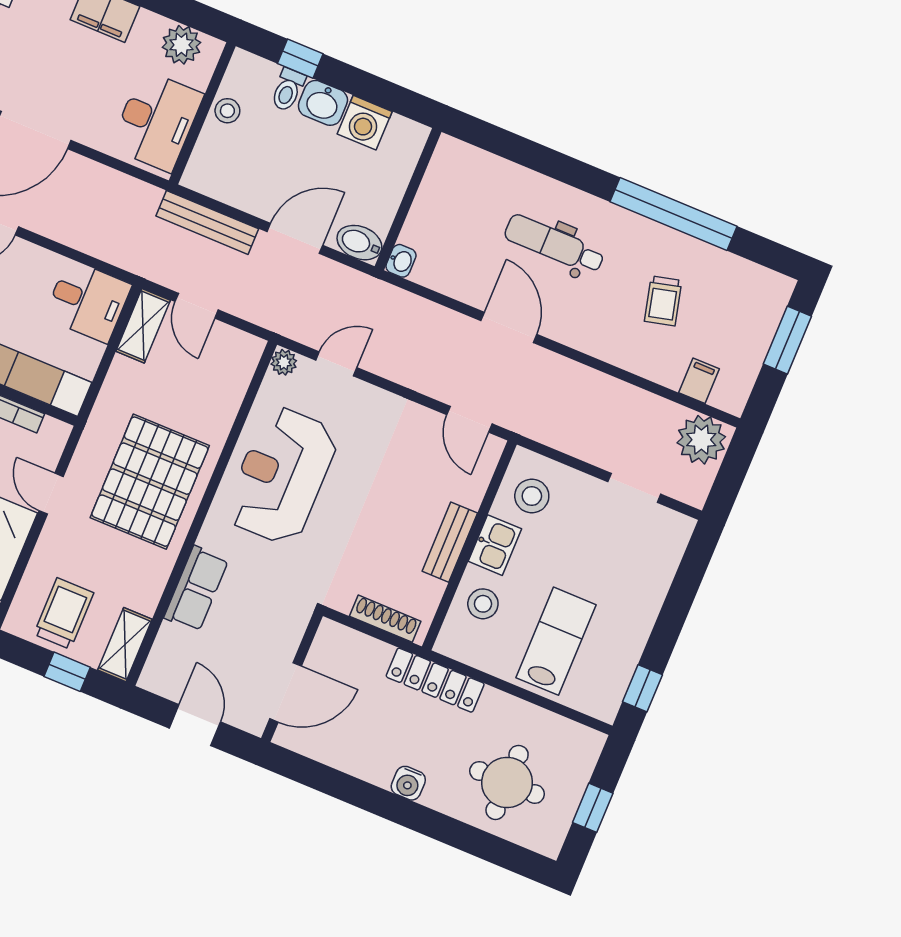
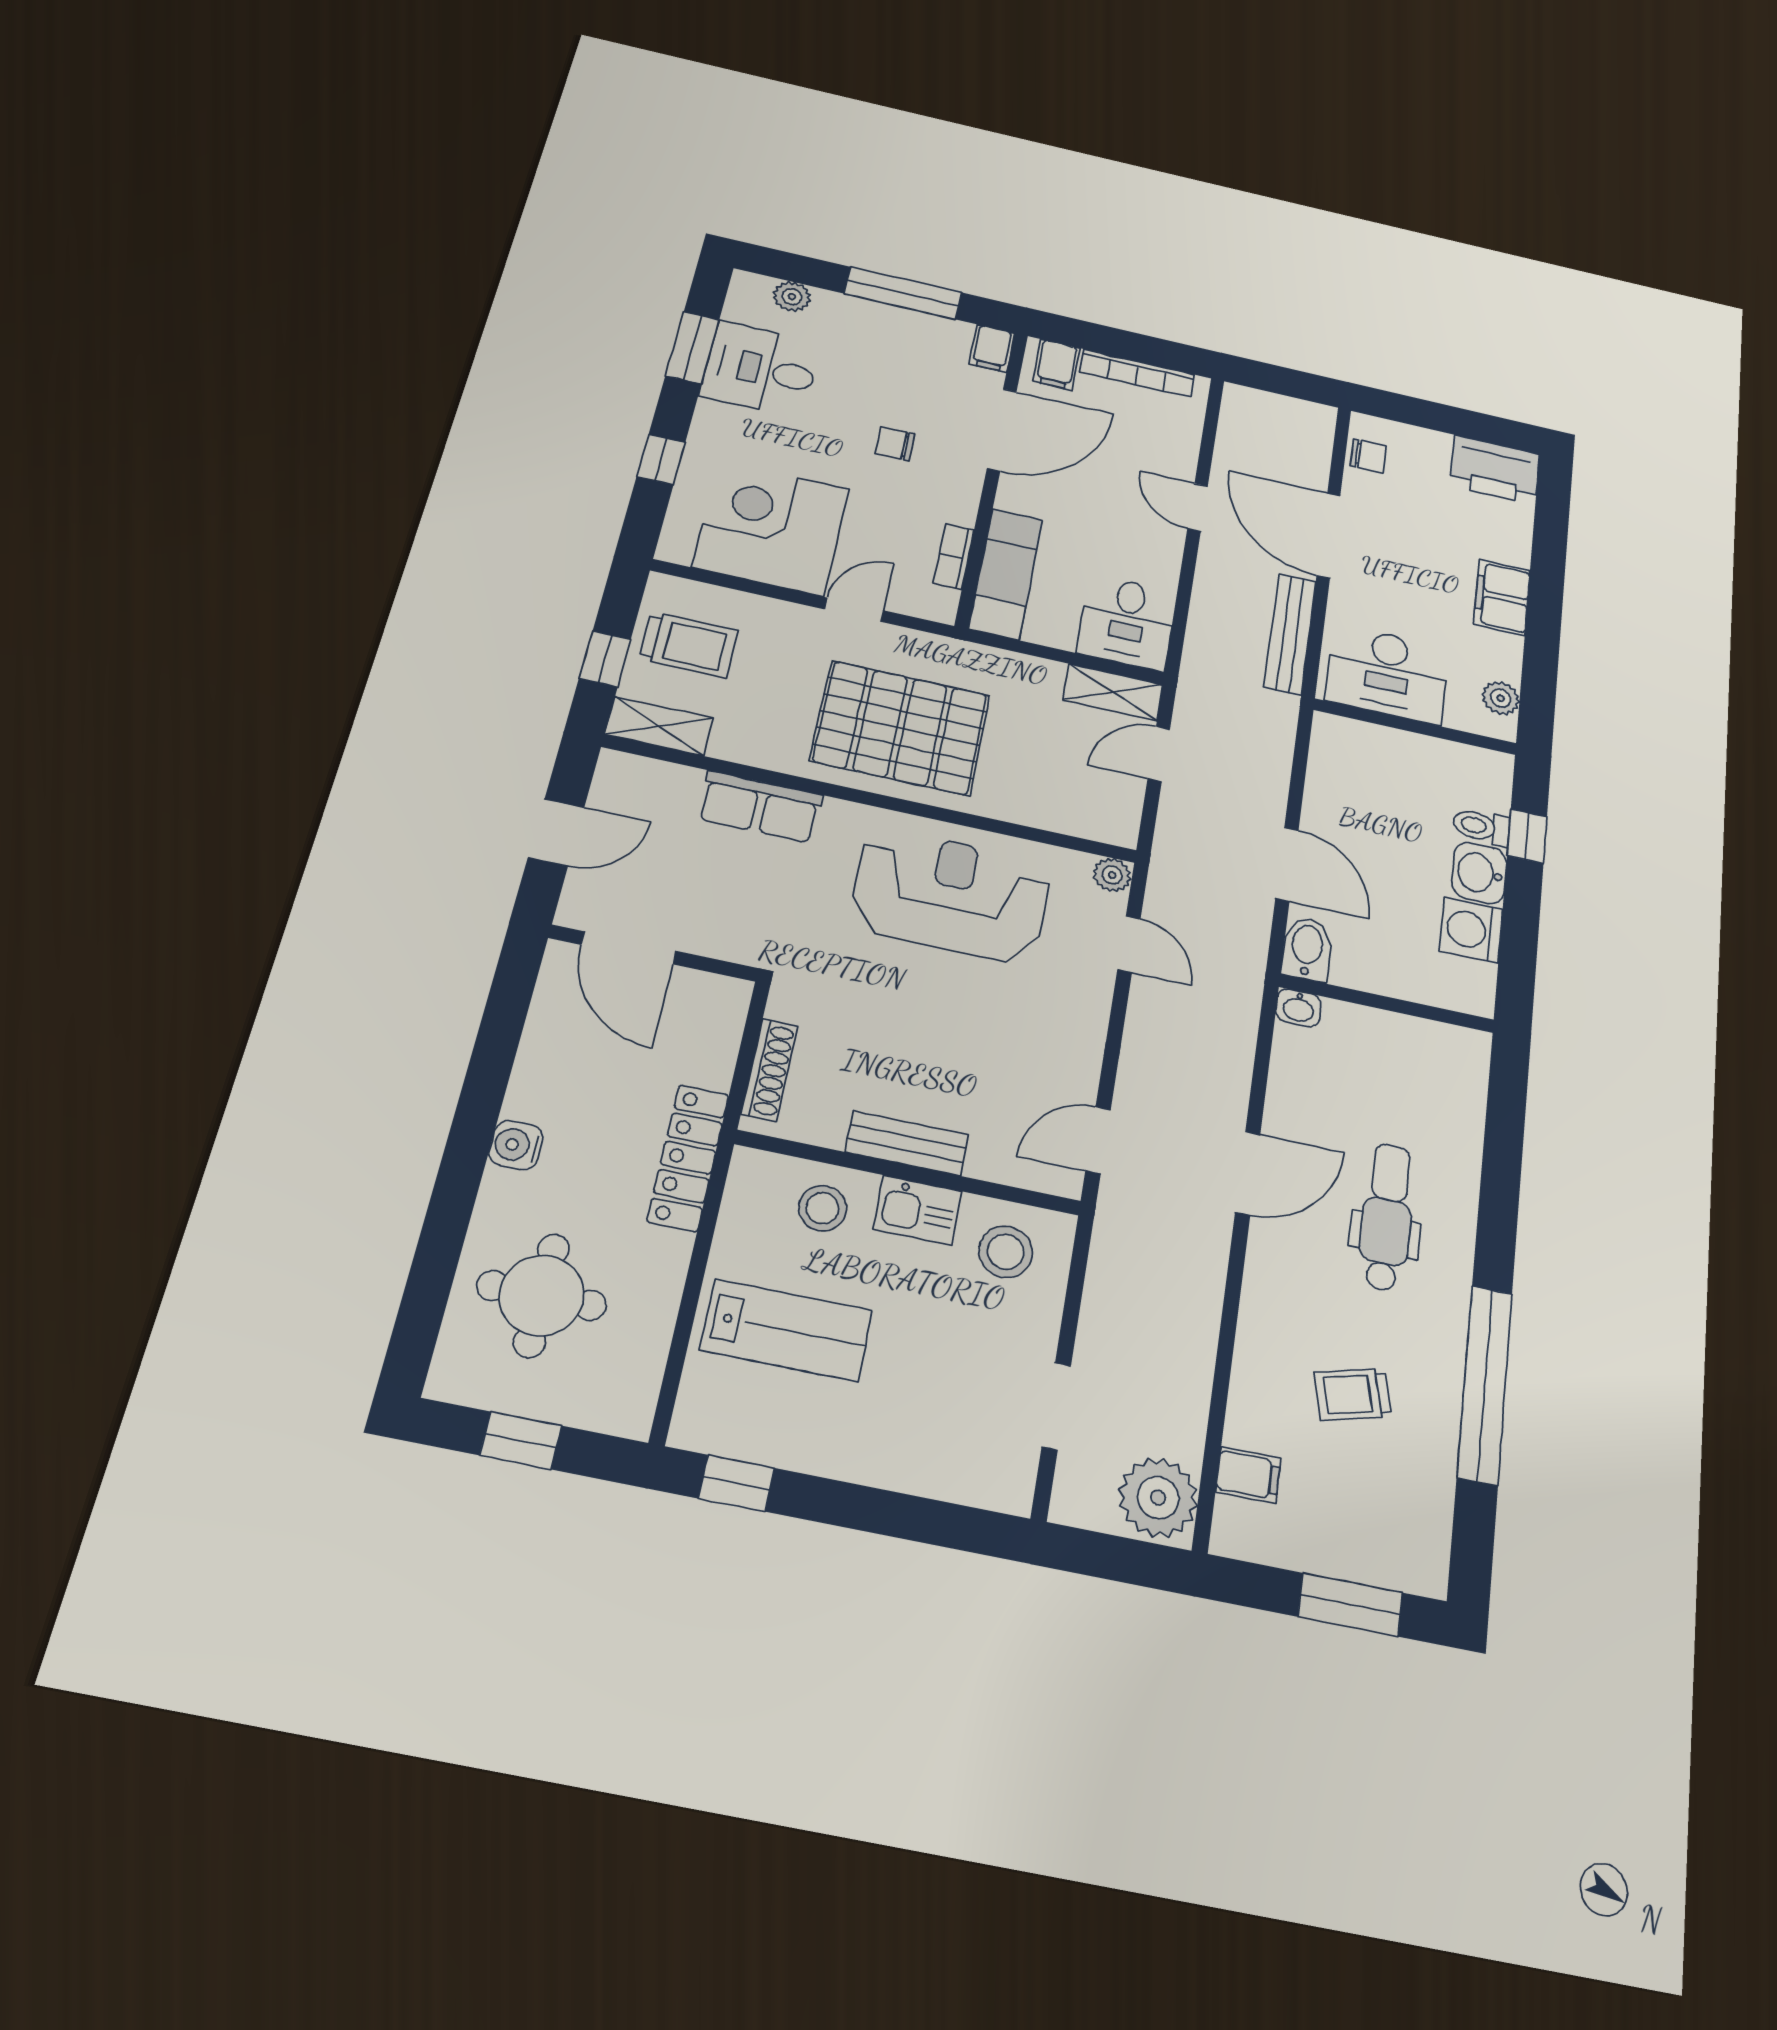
plant: (181, 45) -> (1501, 698), width x0.73, depth x0.73
stool: (227, 111) -> (1429, 757), removed
bench: (207, 222) -> (1290, 634), moved

